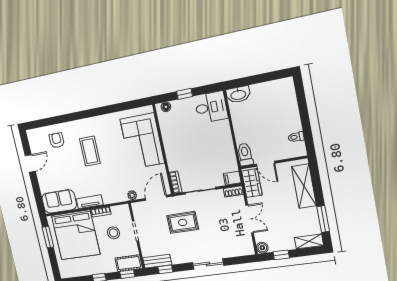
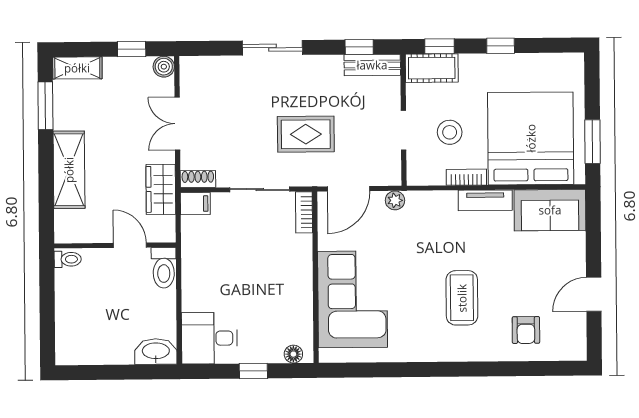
toilet: (245, 154) -> (164, 268), moved
wall: (274, 162) -> (115, 245), moved
door: (266, 164) -> (130, 245), moved

